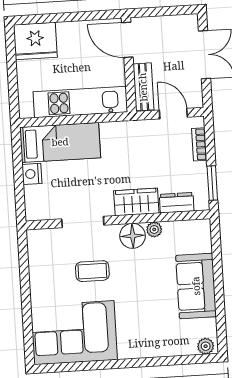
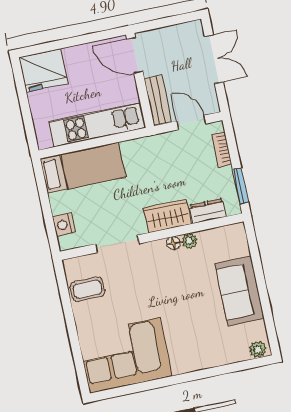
nightstand: (32, 174) -> (64, 225), moved
floor lamp: (133, 236) -> (173, 243), width x0.53, depth x0.53
coffee table: (92, 271) -> (88, 289), moved

